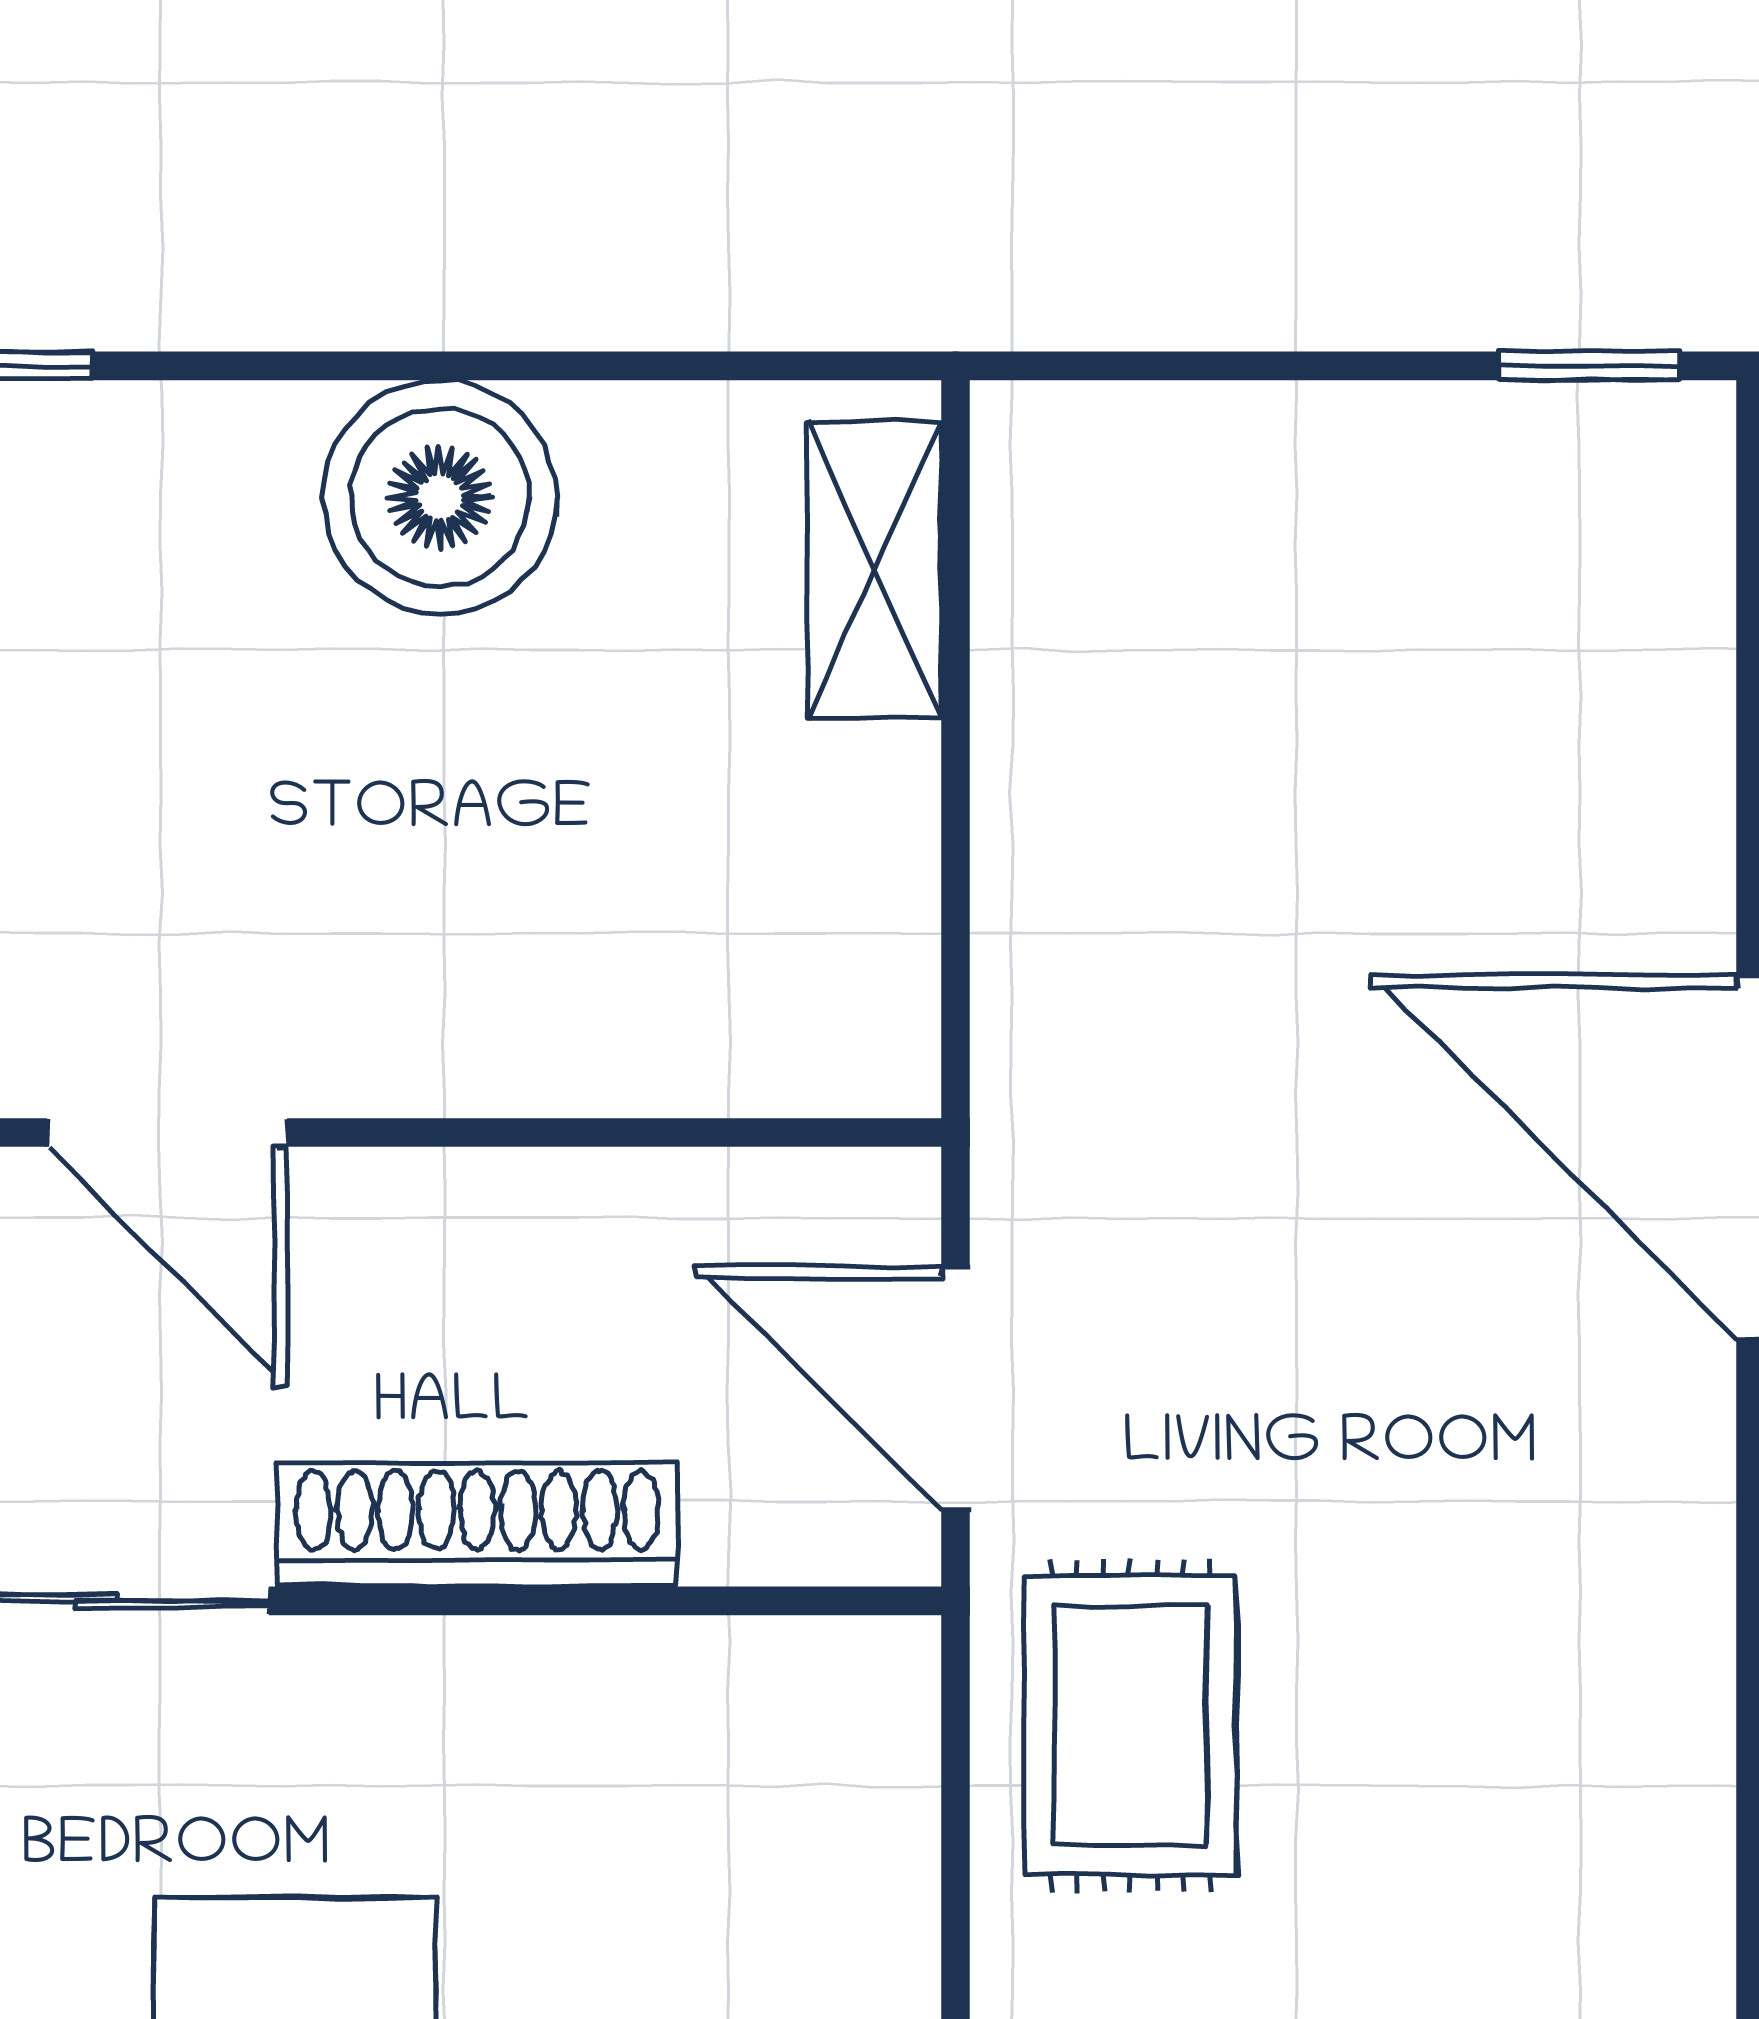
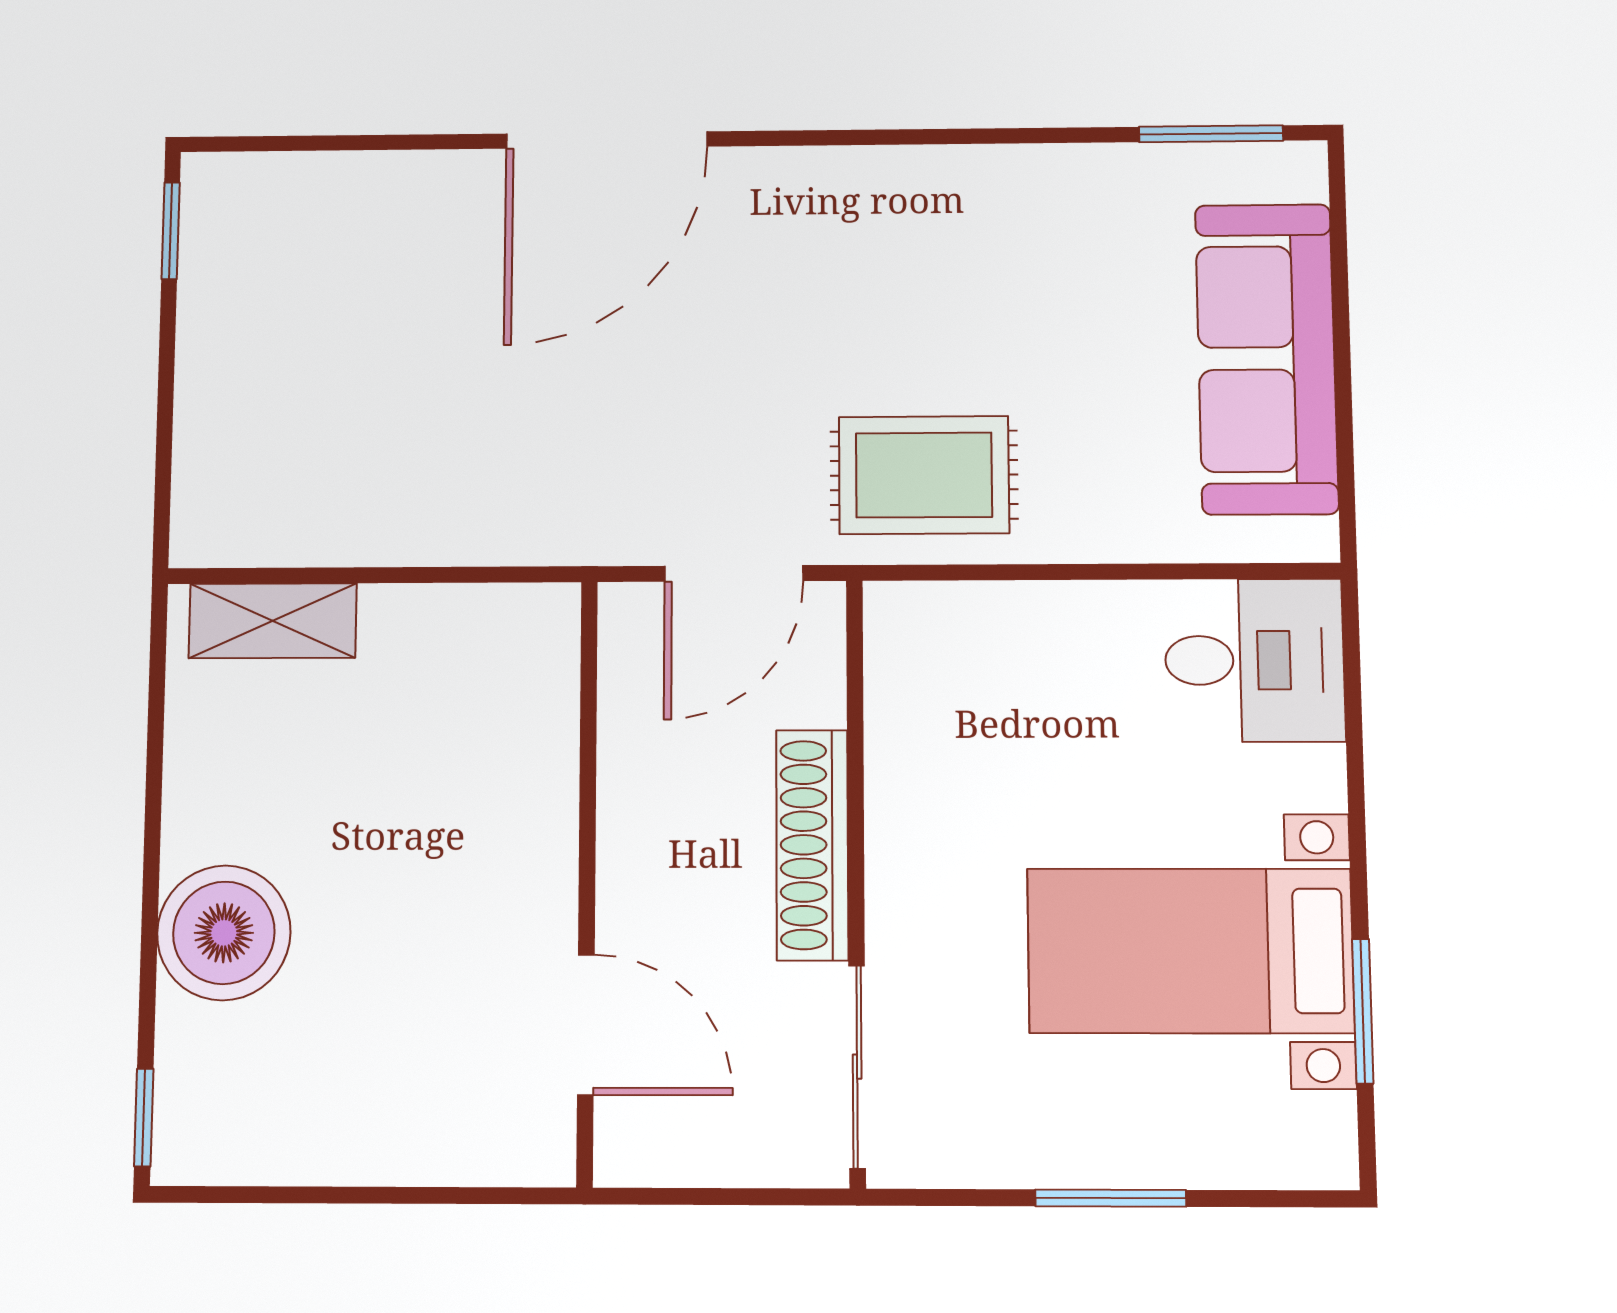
boiler: (440, 497) -> (224, 933), moved
door: (167, 1132) -> (586, 1025), hinge flipped

